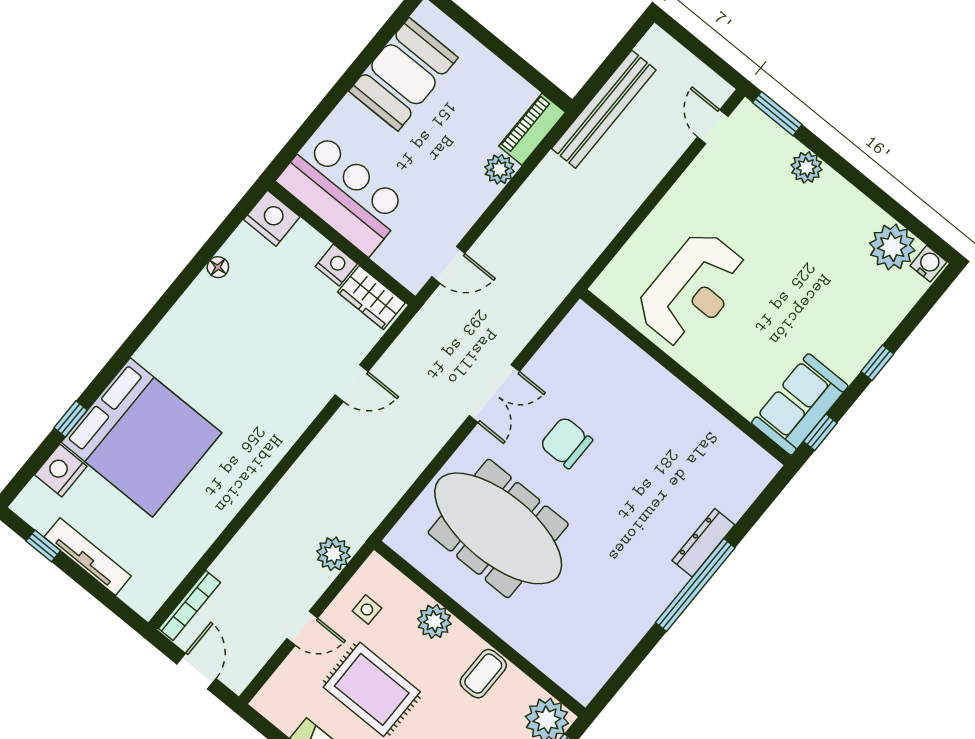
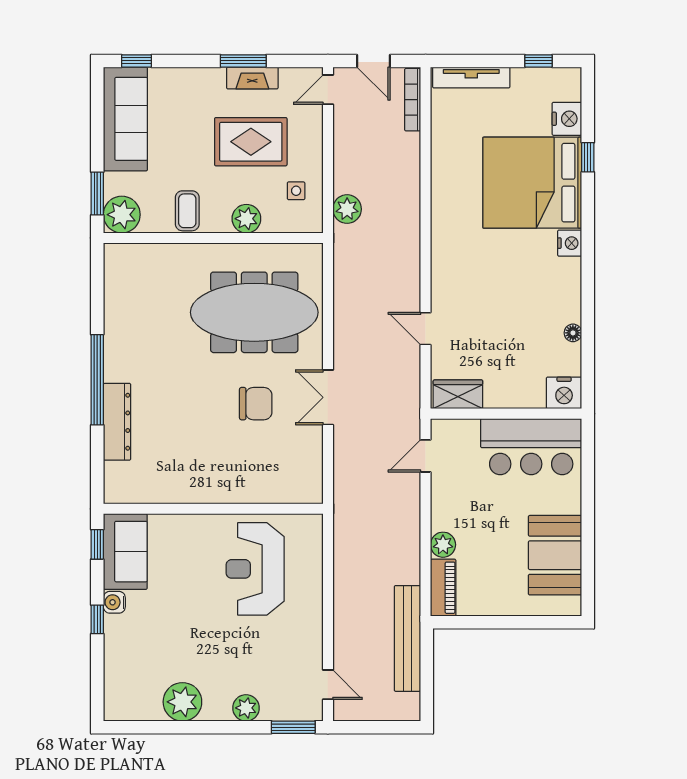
plant: (892, 247) -> (182, 702), moved
water cooler: (928, 264) -> (114, 602), moved, turned 90
nightstand: (336, 265) -> (570, 243), moved, turned -90
door: (351, 383) -> (426, 329), hinge flipped
dresser: (703, 543) -> (117, 422), width x1.37, depth x1.24
tv unit: (88, 557) -> (471, 77), moved
door: (302, 628) -> (328, 90), moved

